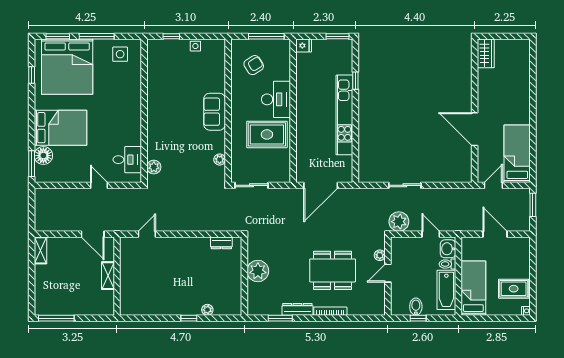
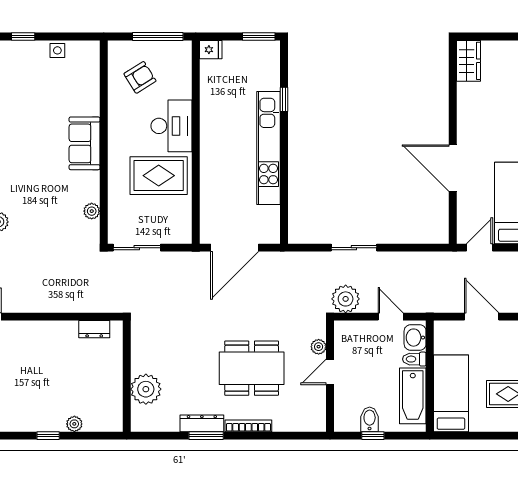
plant: (258, 271) -> (146, 389), moved
window: (280, 318) -> (206, 436), moved

